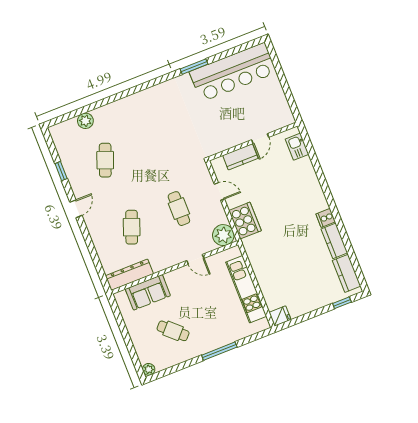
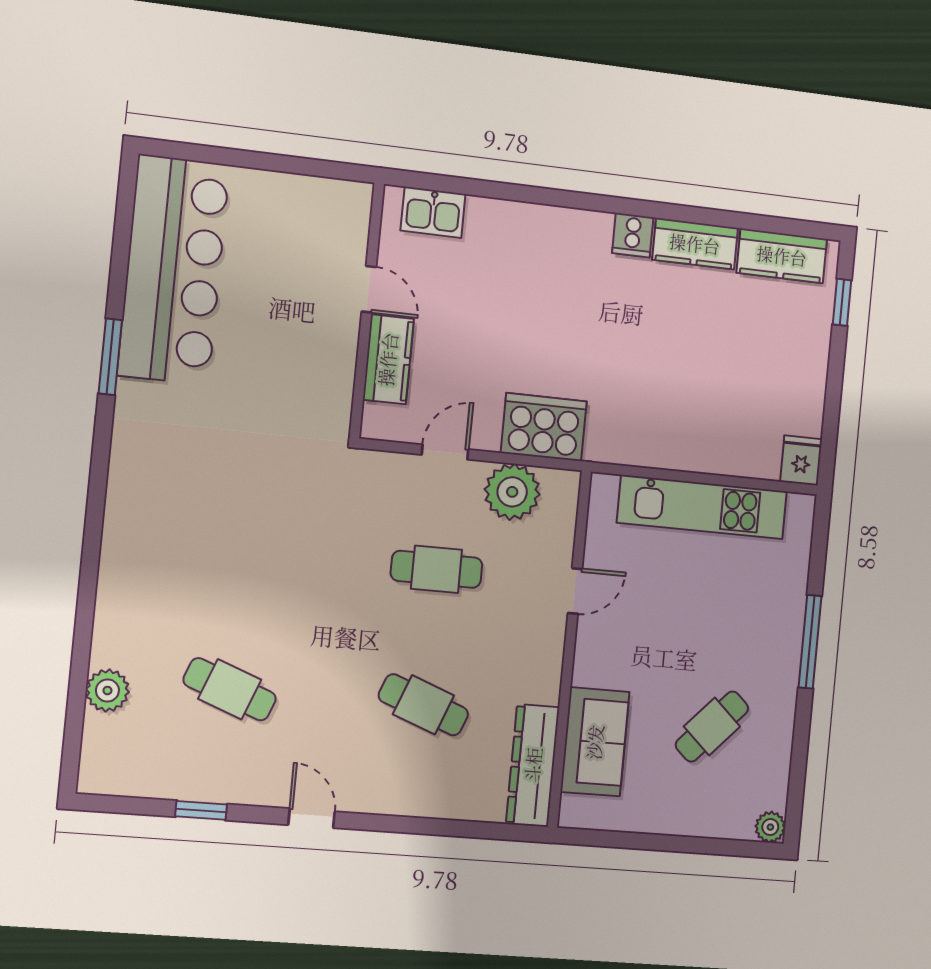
plant: (223, 235) -> (512, 492), moved

